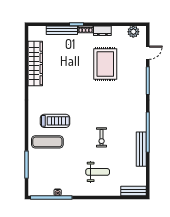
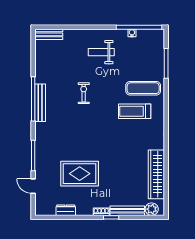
dresser: (102, 31) -> (66, 210), moved
plant: (133, 32) -> (152, 209), moved
door: (148, 53) -> (33, 186), hinge flipped
rug: (105, 64) -> (80, 174), turned 90
bench: (141, 149) -> (40, 103), moved
weight bench: (98, 172) -> (101, 52), moved

